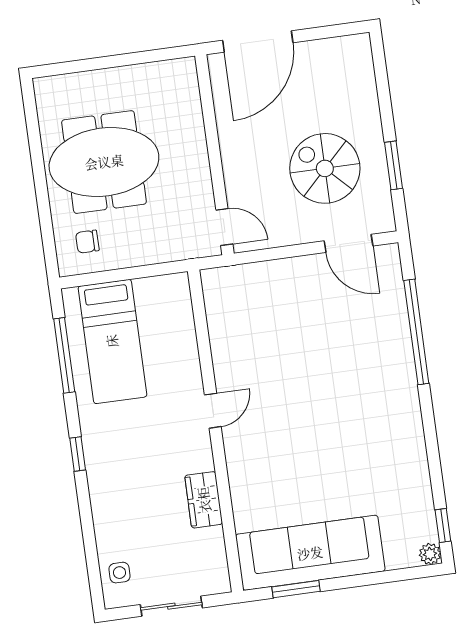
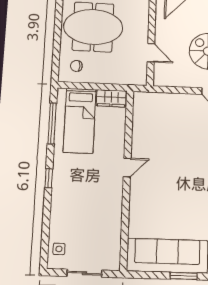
door: (224, 227) -> (151, 53), moved
wardrobe: (204, 500) -> (111, 98), moved, turned -90
window: (296, 589) -> (184, 276), moved

